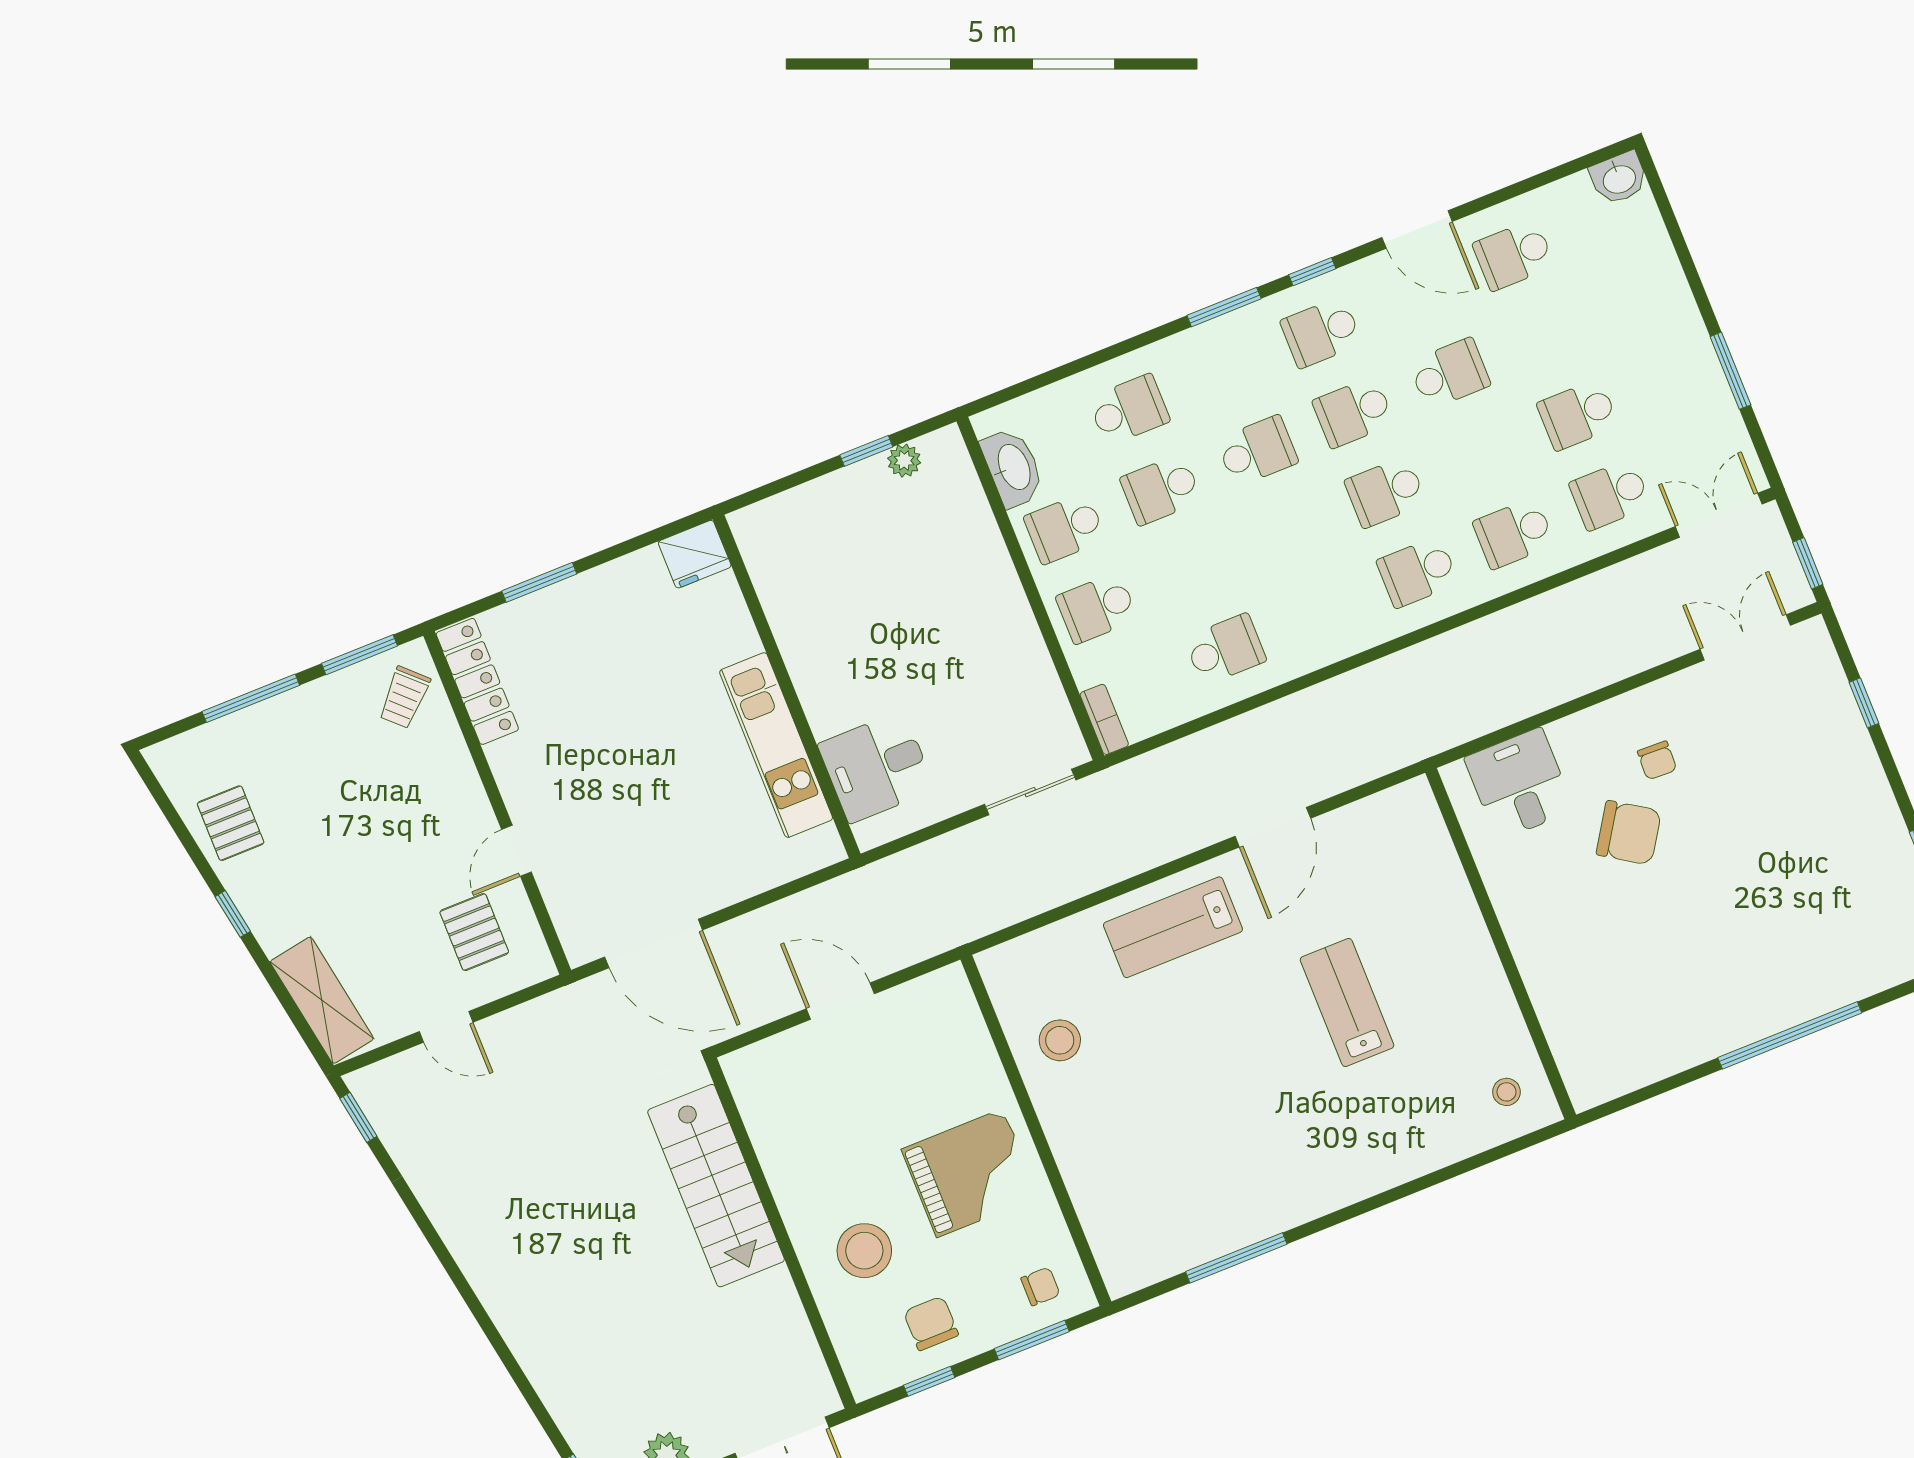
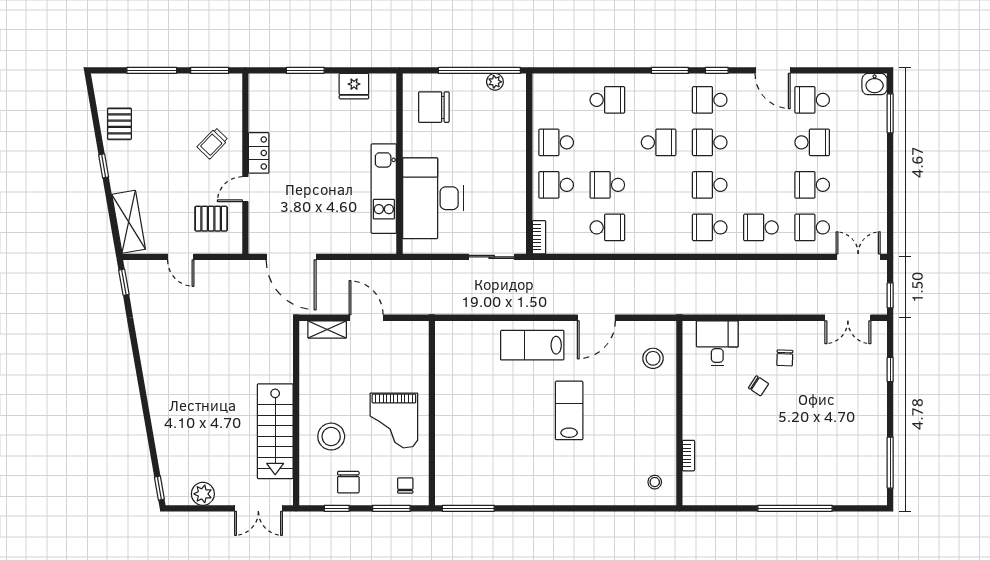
window: (1730, 371) -> (890, 113), moved
school desk: (1450, 374) -> (812, 142), moved
window: (866, 451) -> (479, 70), width x3.17
washbasin: (1013, 468) -> (544, 105), removed
school desk: (1161, 490) -> (607, 185), moved
fridge: (695, 554) -> (354, 86), moved
chair: (808, 554) -> (434, 107), added
double door: (1745, 637) -> (848, 318), swing flipped
locker: (477, 681) -> (259, 153), moved, width x0.66
trolley: (404, 697) -> (213, 143), moved
desk: (876, 767) -> (433, 198), width x1.87, depth x1.30
chair: (1629, 833) -> (758, 386), width x0.54, depth x0.54
pallet: (474, 932) -> (211, 219), turned 90
lab bench: (1347, 1002) -> (569, 410), moved
bookcase: (1550, 1017) -> (688, 456), added
stool: (1060, 1040) -> (653, 358), moved
shelving: (776, 1053) -> (327, 329), added
grand piano: (970, 1173) -> (394, 420), turned 90
stairs: (716, 1186) -> (275, 431), moved
window: (1236, 1258) -> (468, 508), moved
chair: (1040, 1286) -> (405, 485), turned -90
chair: (931, 1323) -> (348, 482), turned 180

